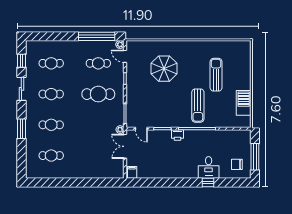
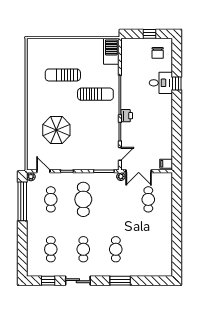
door: (125, 56) -> (43, 171), swing flipped
barbecue: (244, 103) -> (111, 51), moved, turned 90
cafe table: (51, 156) -> (148, 199), moved
window: (255, 157) -> (150, 34), width x0.46

